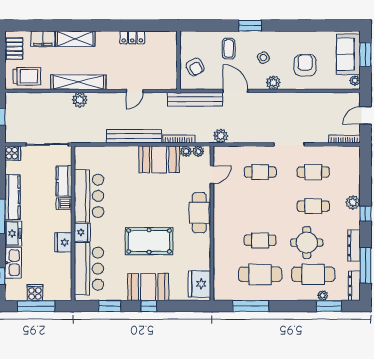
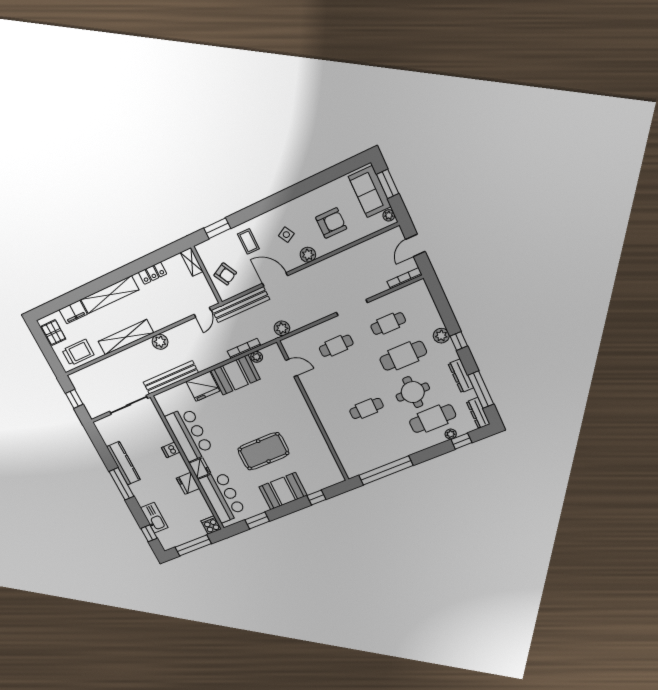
window: (250, 26) -> (217, 228), moved
shelving: (75, 39) -> (110, 295), width x1.47
shelving: (171, 44) -> (192, 262), added
armchair: (305, 65) -> (331, 223), turned 90
door: (135, 91) -> (203, 312), moved
plant: (80, 100) -> (160, 342), moved
bench: (134, 136) -> (171, 378), moved
plant: (198, 151) -> (268, 352), removed
cooker: (13, 153) -> (103, 425), removed
door: (212, 175) -> (291, 368), hinge flipped
kitchen counter: (64, 181) -> (160, 431), removed
cafe table: (313, 206) -> (403, 356), width x1.37, depth x1.35
cafe table: (199, 213) -> (297, 407), removed
freezer: (13, 233) -> (141, 493), removed
cafe table: (260, 274) -> (381, 439), removed
fridge: (199, 284) -> (203, 386), moved, turned -90
cooker: (35, 293) -> (211, 525), moved
window: (149, 306) -> (316, 497), moved
window: (251, 306) -> (386, 470), width x1.46
window: (329, 306) -> (461, 441), width x0.67

